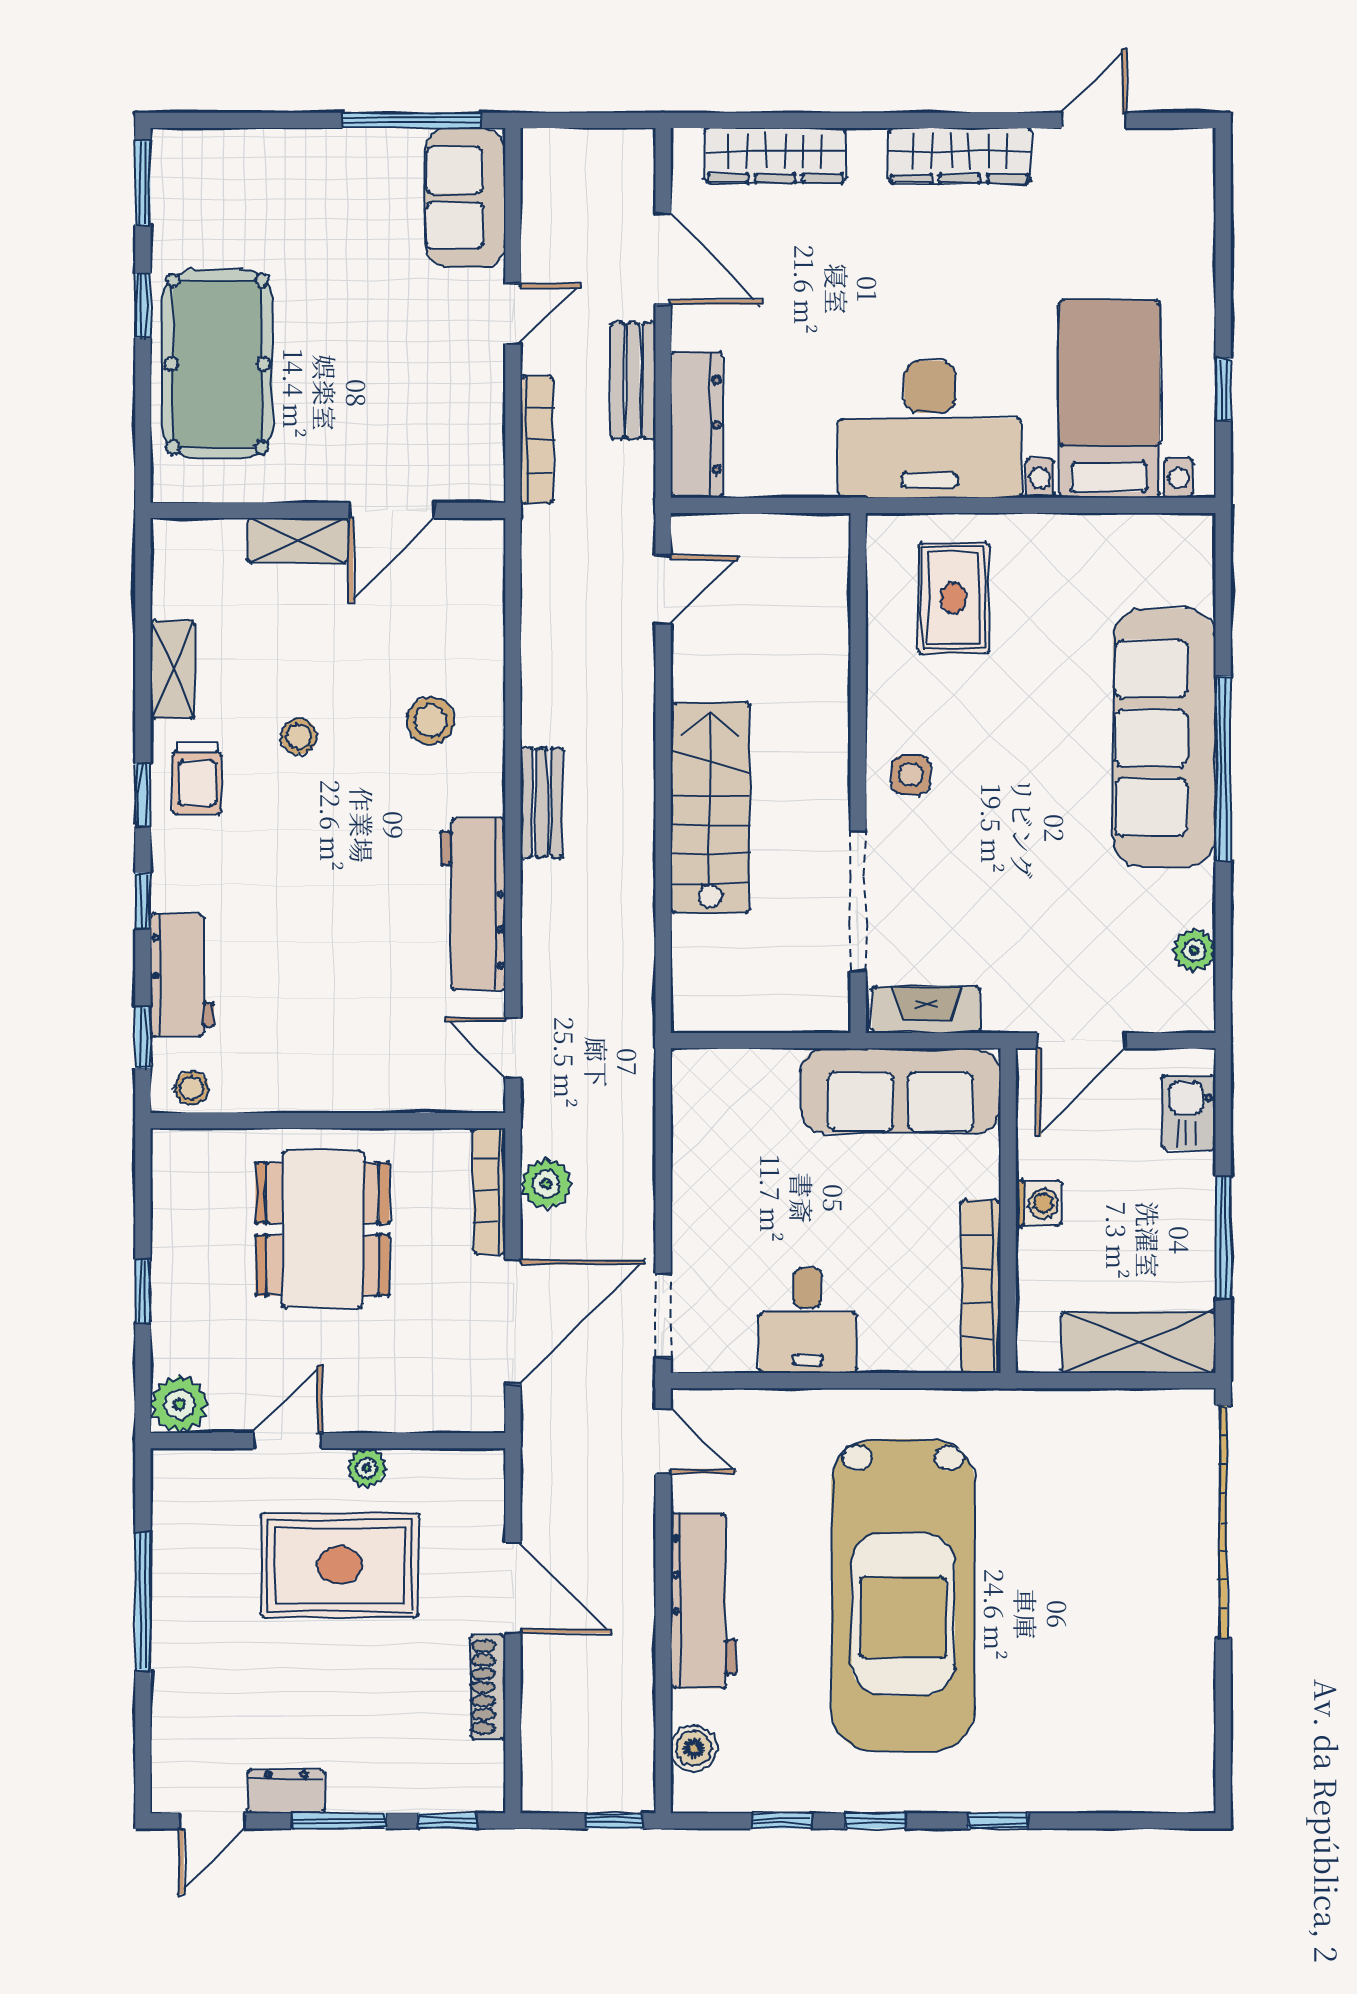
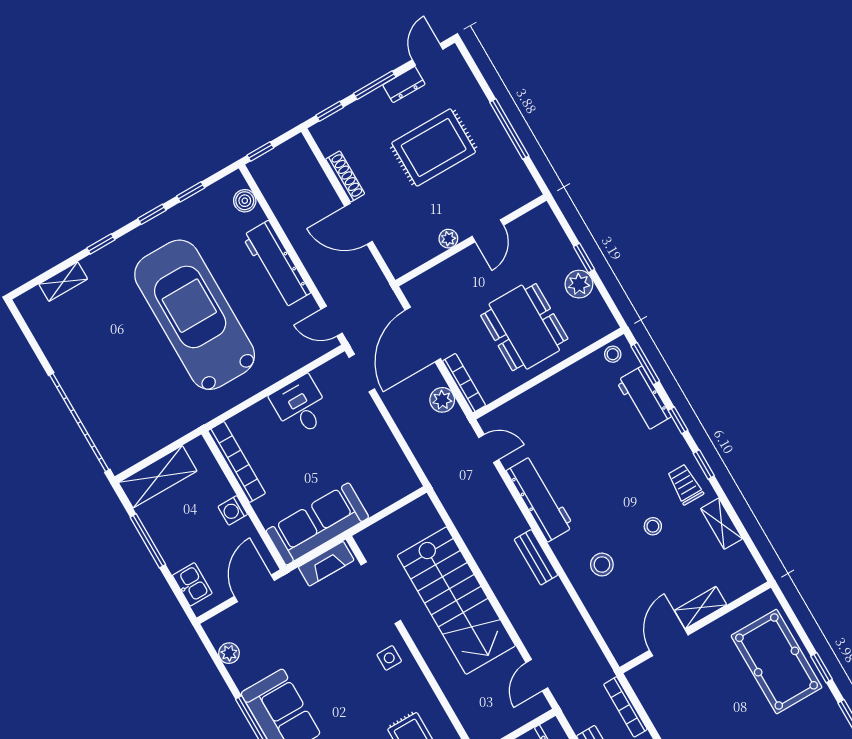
stairs: (710, 808) -> (456, 601), width x1.36, depth x1.51
window: (143, 1037) -> (645, 364), width x1.50
plant: (179, 1404) -> (579, 284), moved
rug: (340, 1565) -> (434, 147), moved
shelving: (1105, 1792) -> (63, 282), added

